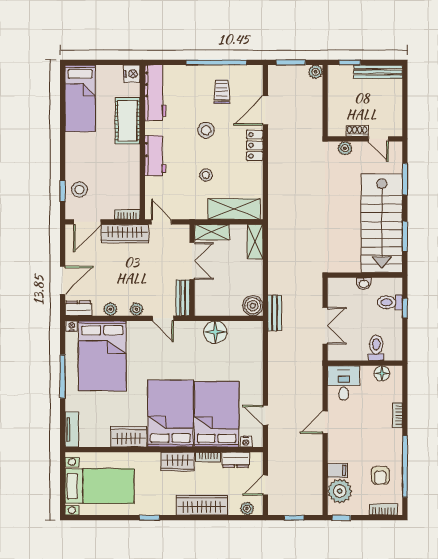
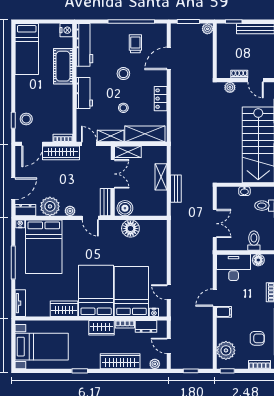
locker: (255, 145) -> (161, 99), moved
shelving: (190, 212) -> (111, 136), added
shelving: (255, 242) -> (161, 177), moved
boiler: (253, 306) -> (125, 208), moved
plant: (110, 309) -> (50, 206), width x1.88, depth x1.88
bench: (275, 313) -> (176, 189), moved
desk: (344, 383) -> (234, 267), width x1.37
filing cabinet: (337, 470) -> (224, 312), moved
armchair: (380, 475) -> (257, 338), turned -90
door: (265, 485) -> (169, 346), hinge flipped

